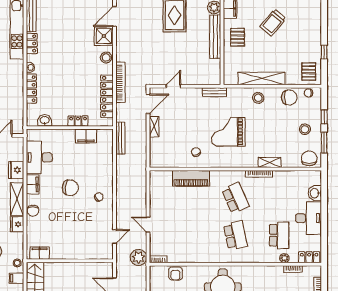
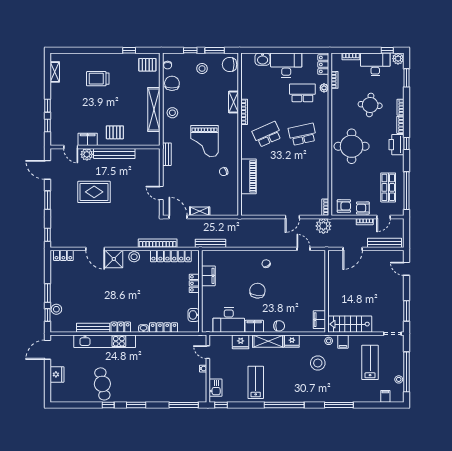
trolley: (273, 22) -> (98, 79), moved, turned 140
armchair: (175, 273) -> (344, 206), moved

